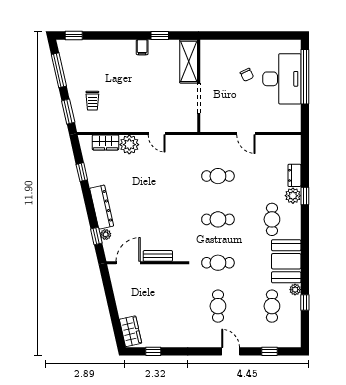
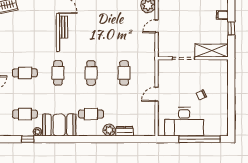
desk: (282, 79) -> (184, 122), moved
window: (305, 196) -> (109, 139), removed

